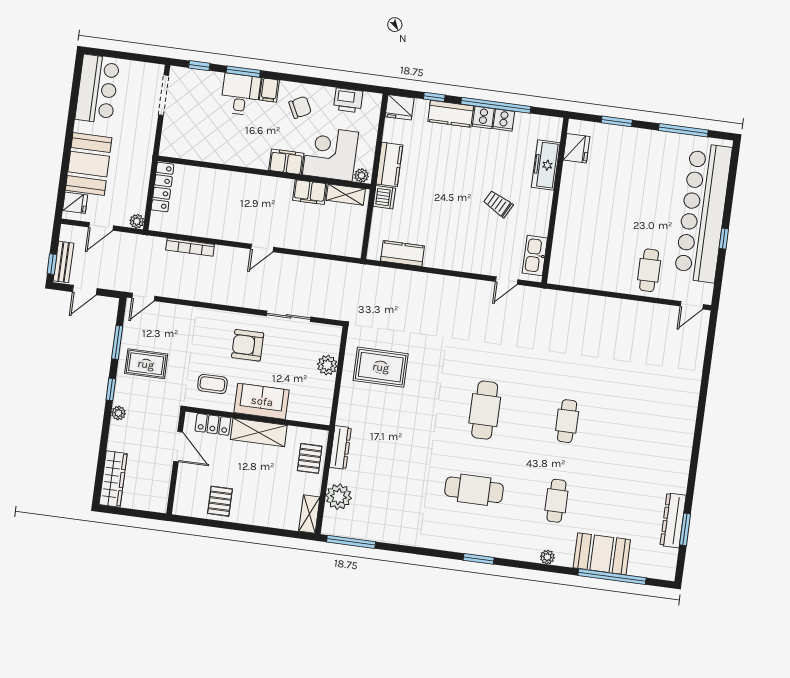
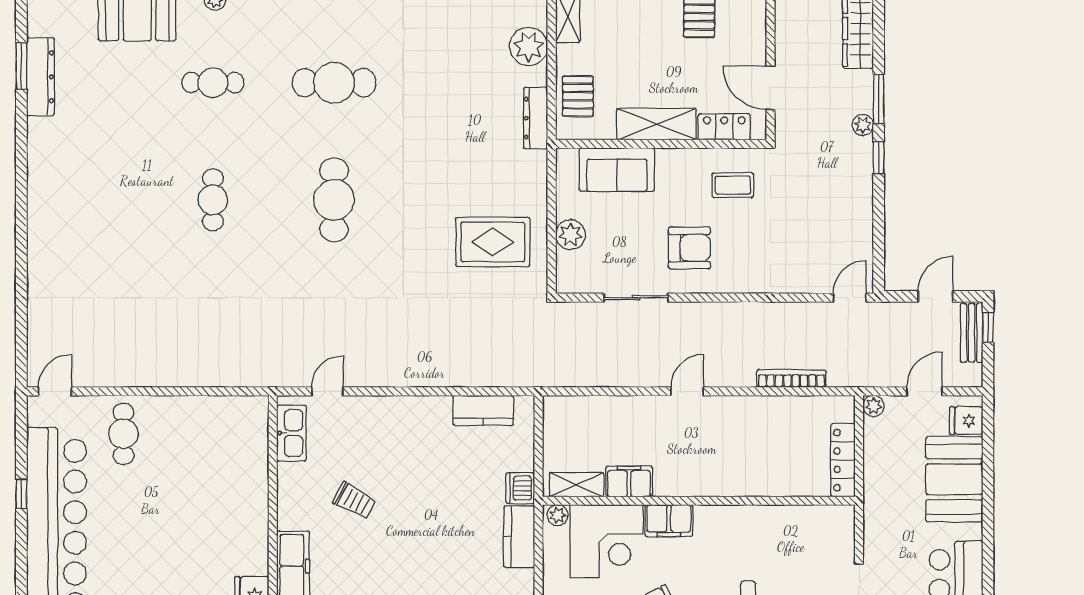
window: (117, 342) -> (879, 99), moved
rug: (146, 364) -> (833, 202), removed
sofa: (262, 401) -> (617, 170), moved
cafe table: (556, 501) -> (213, 83), turned 90

